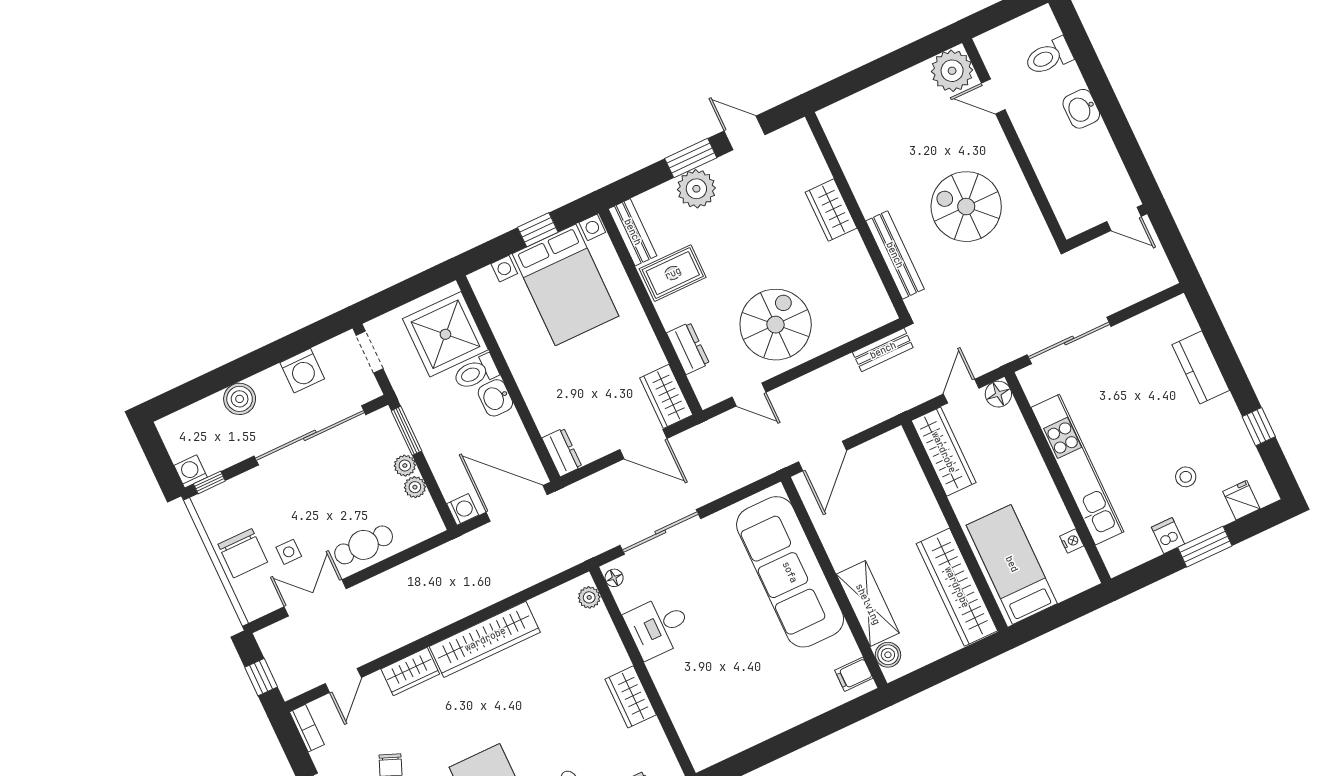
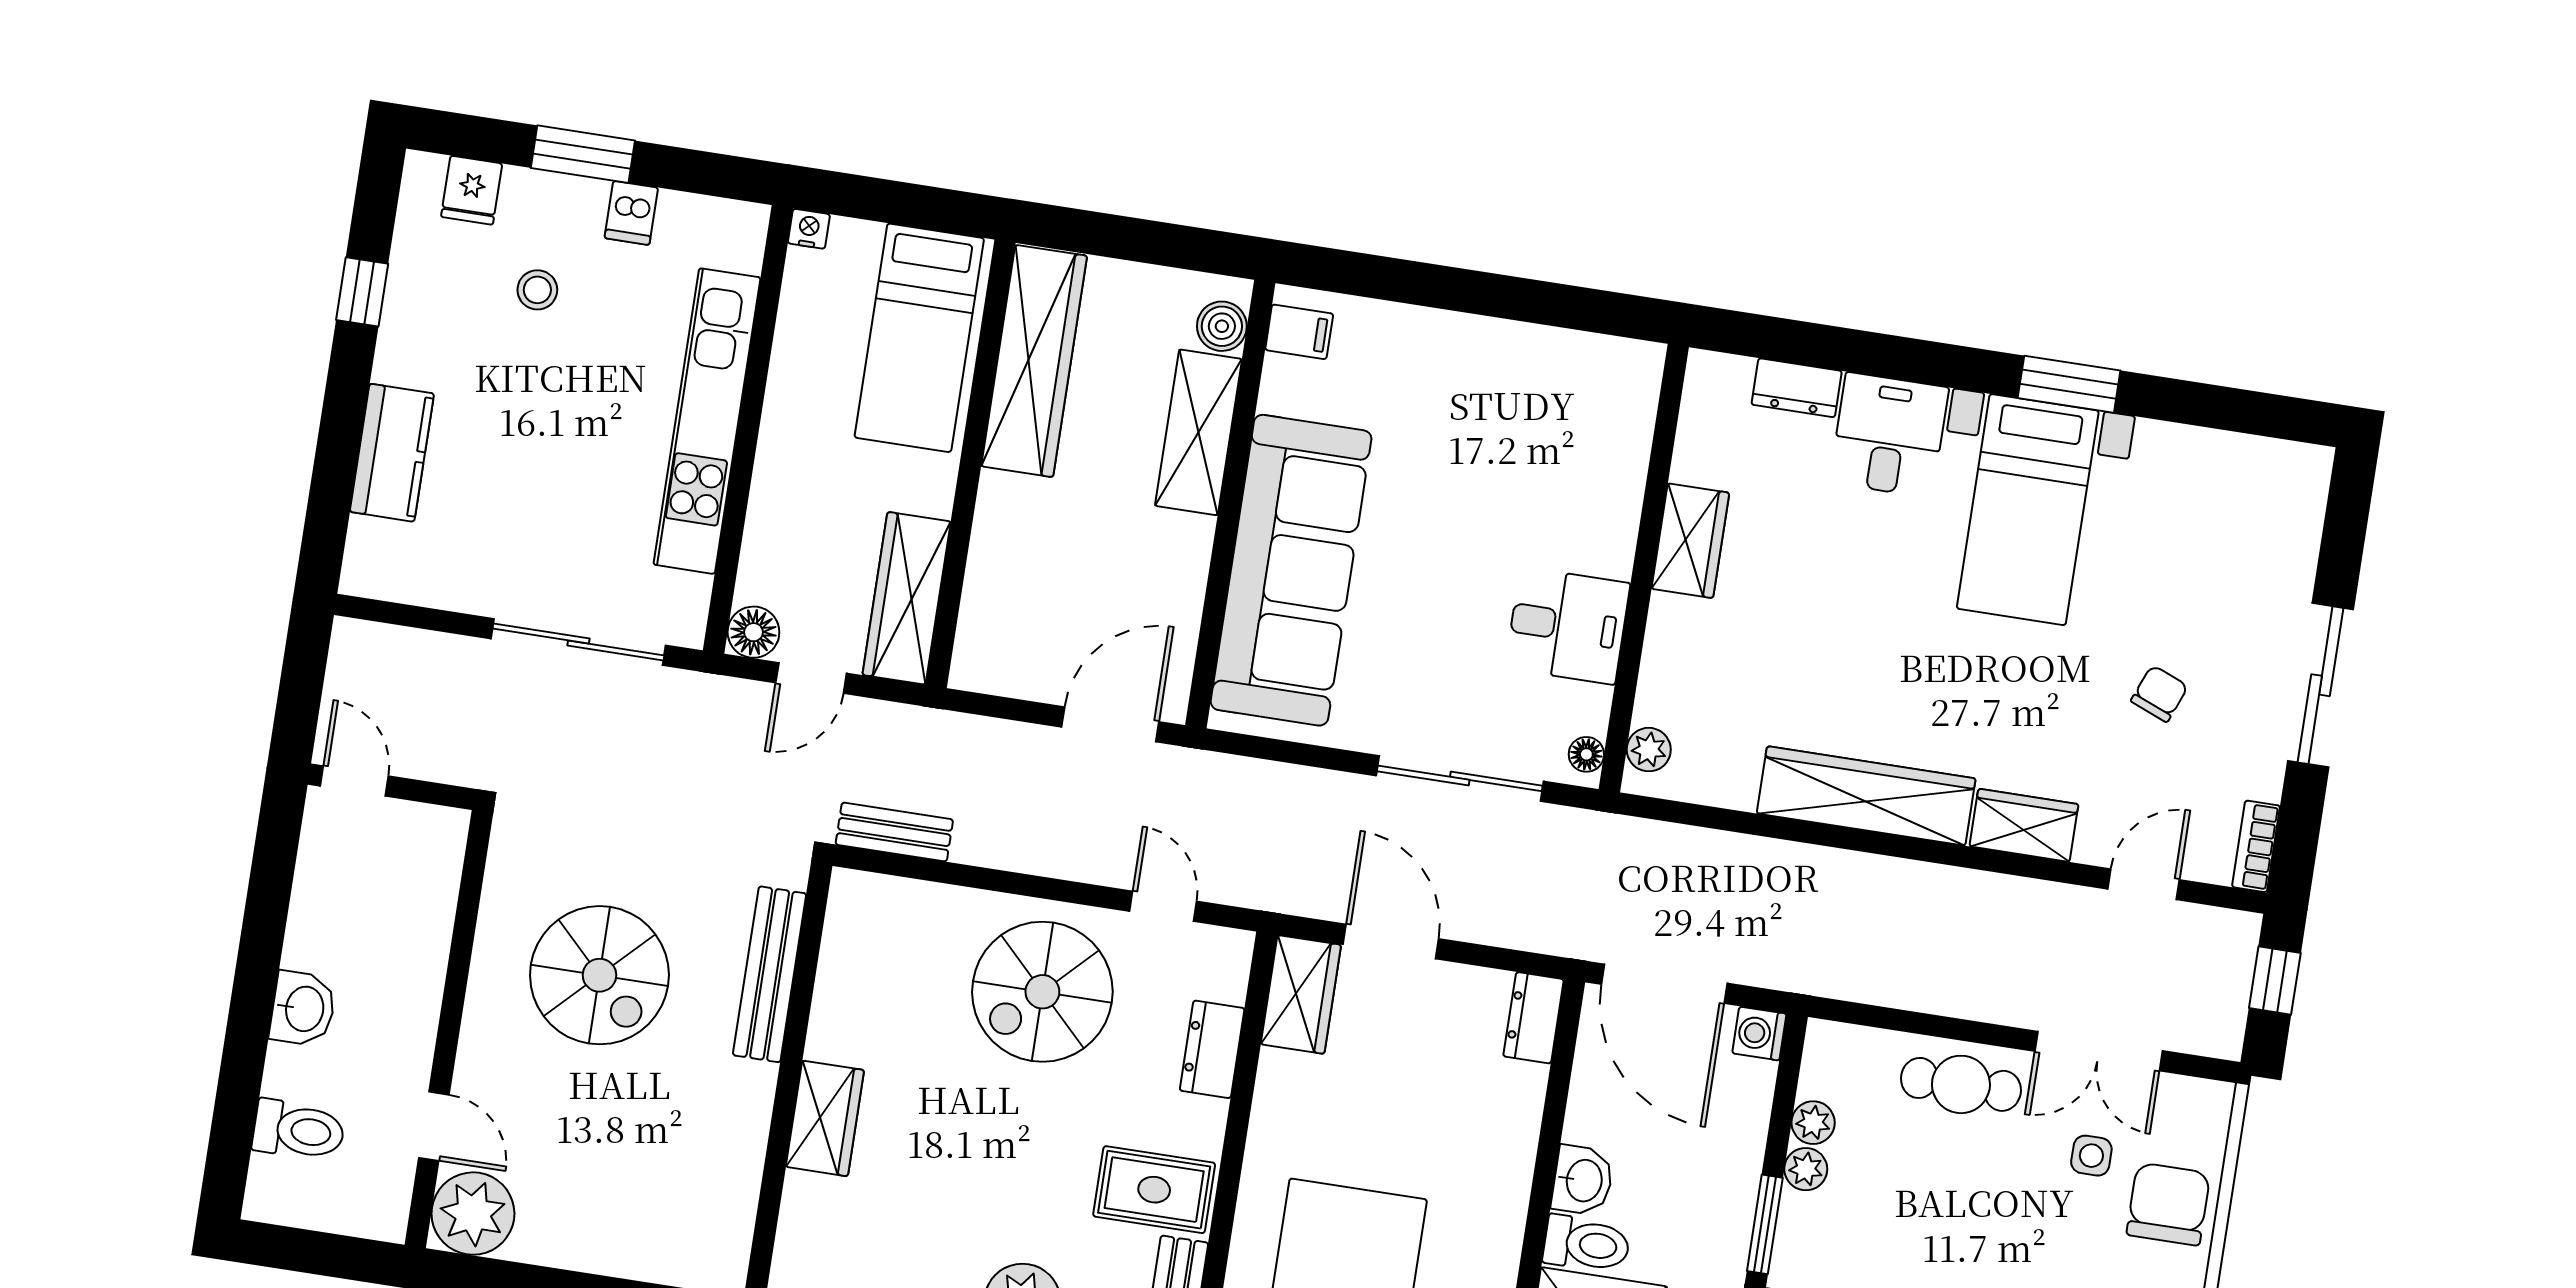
nightstand: (1072, 541) -> (809, 229), moved, turned 90

